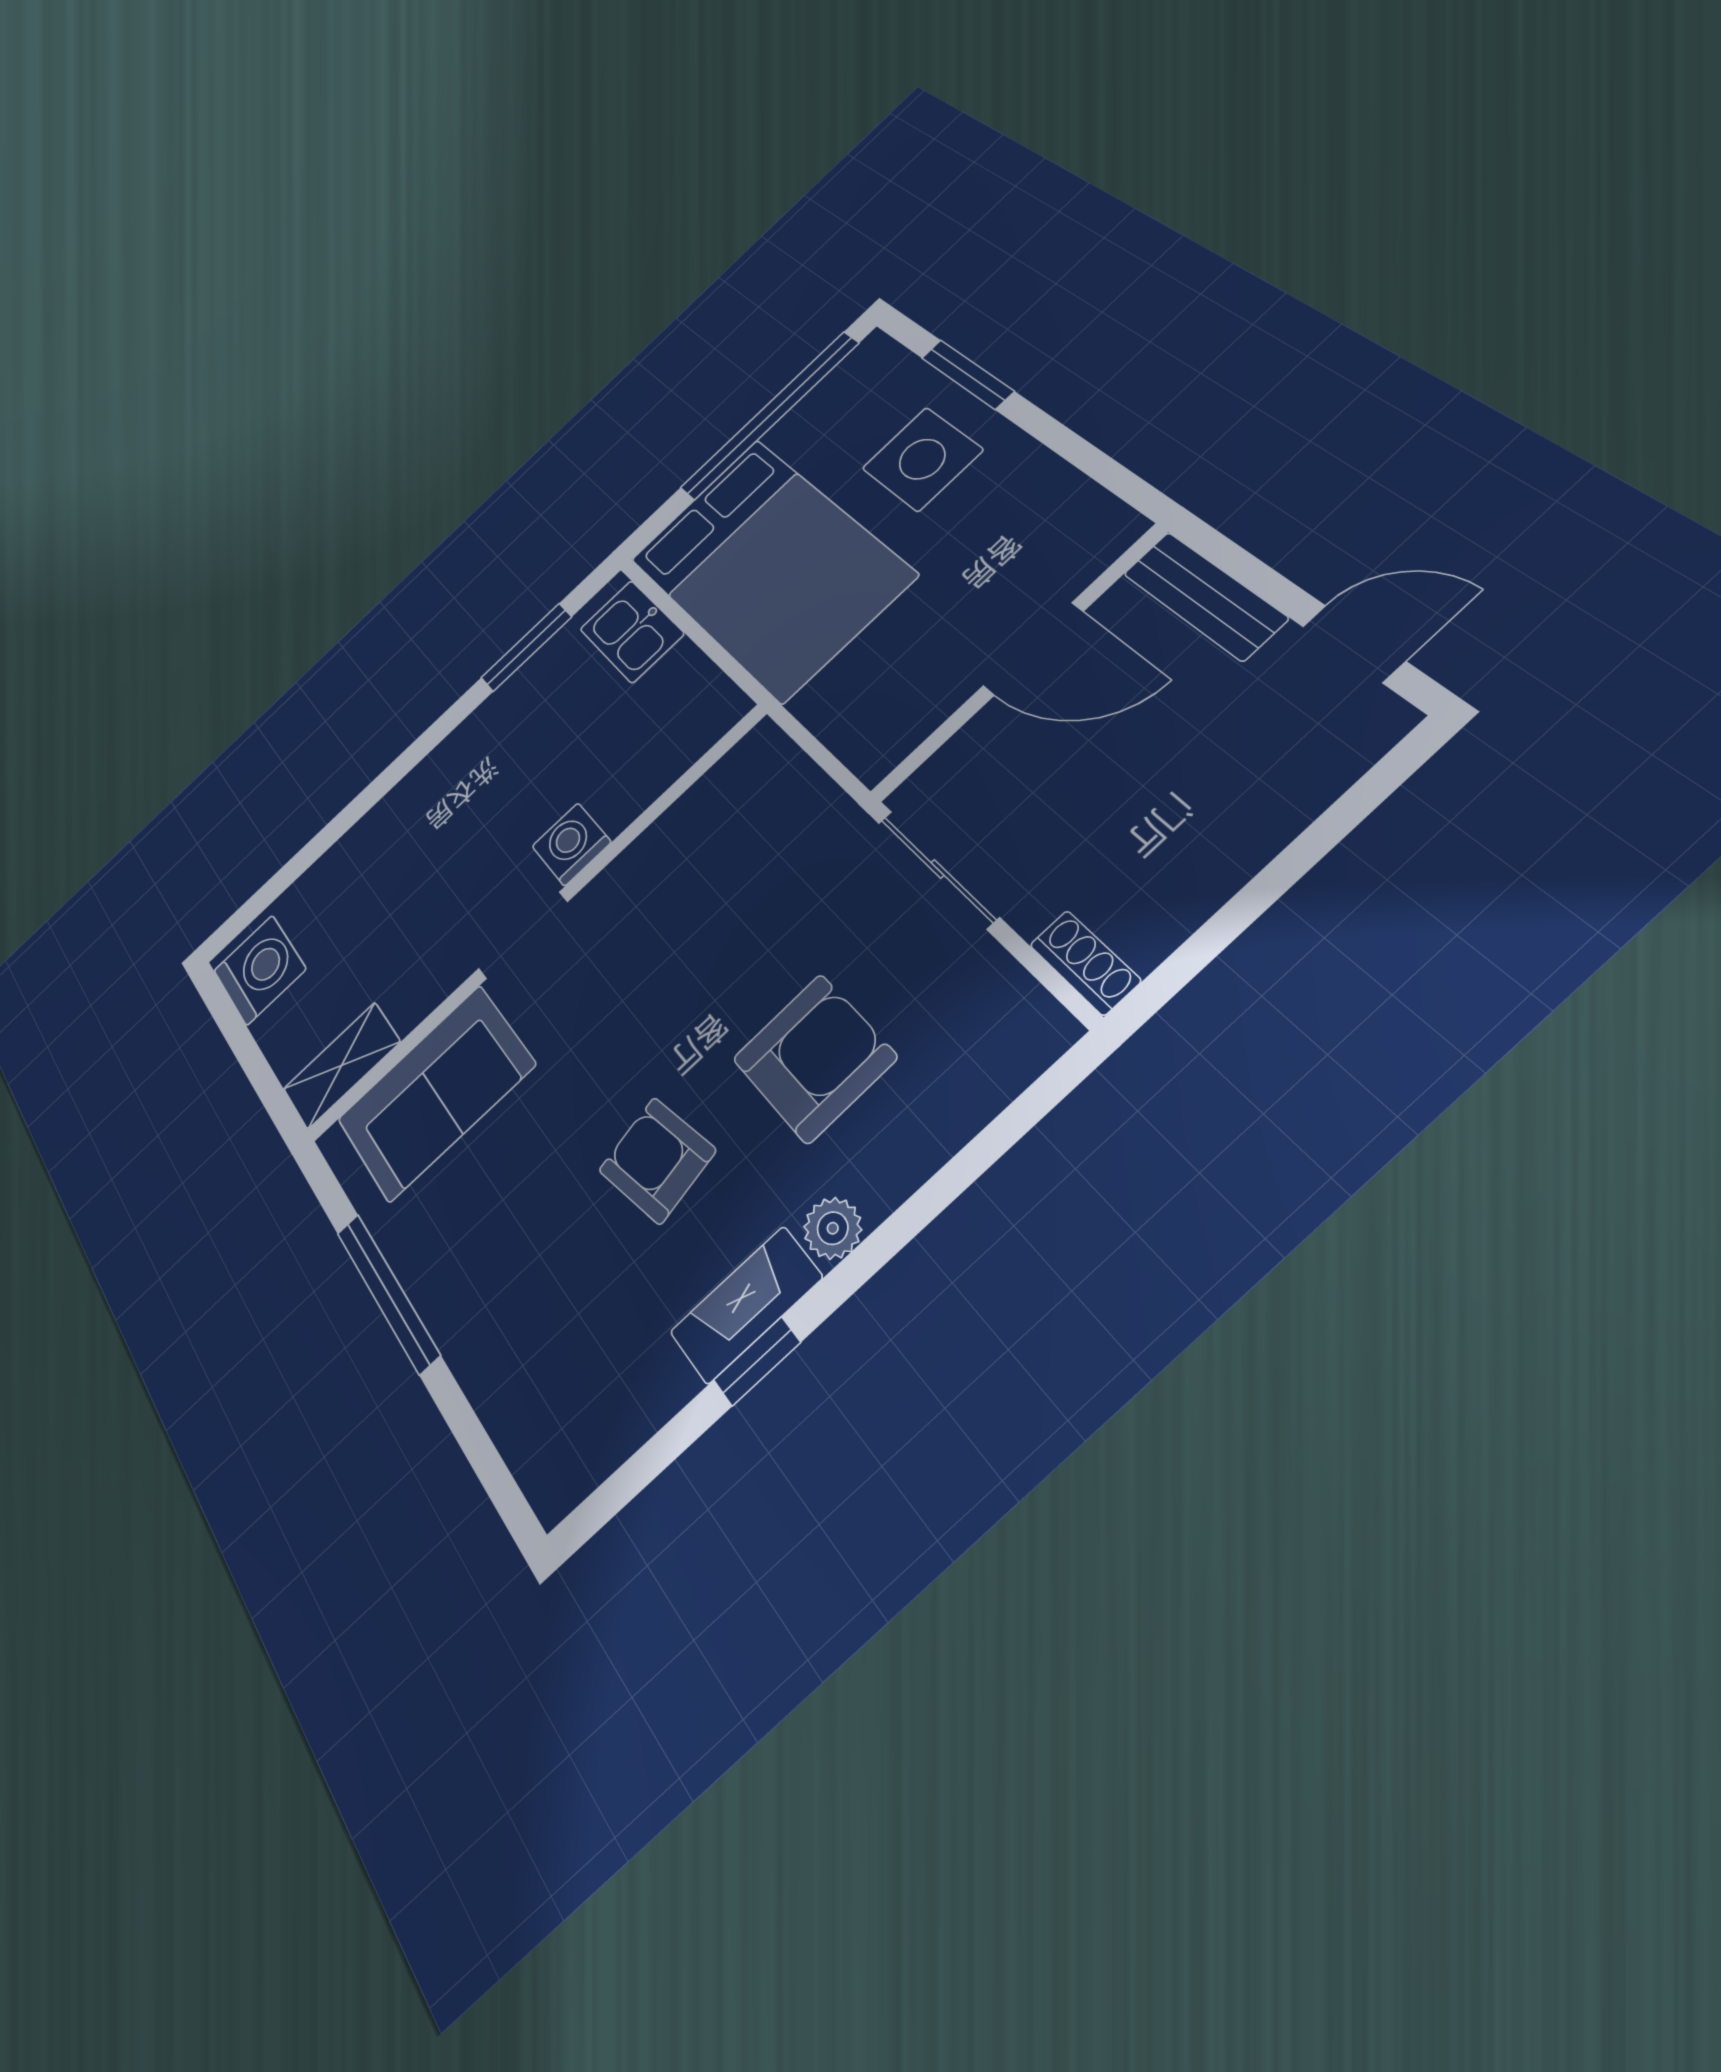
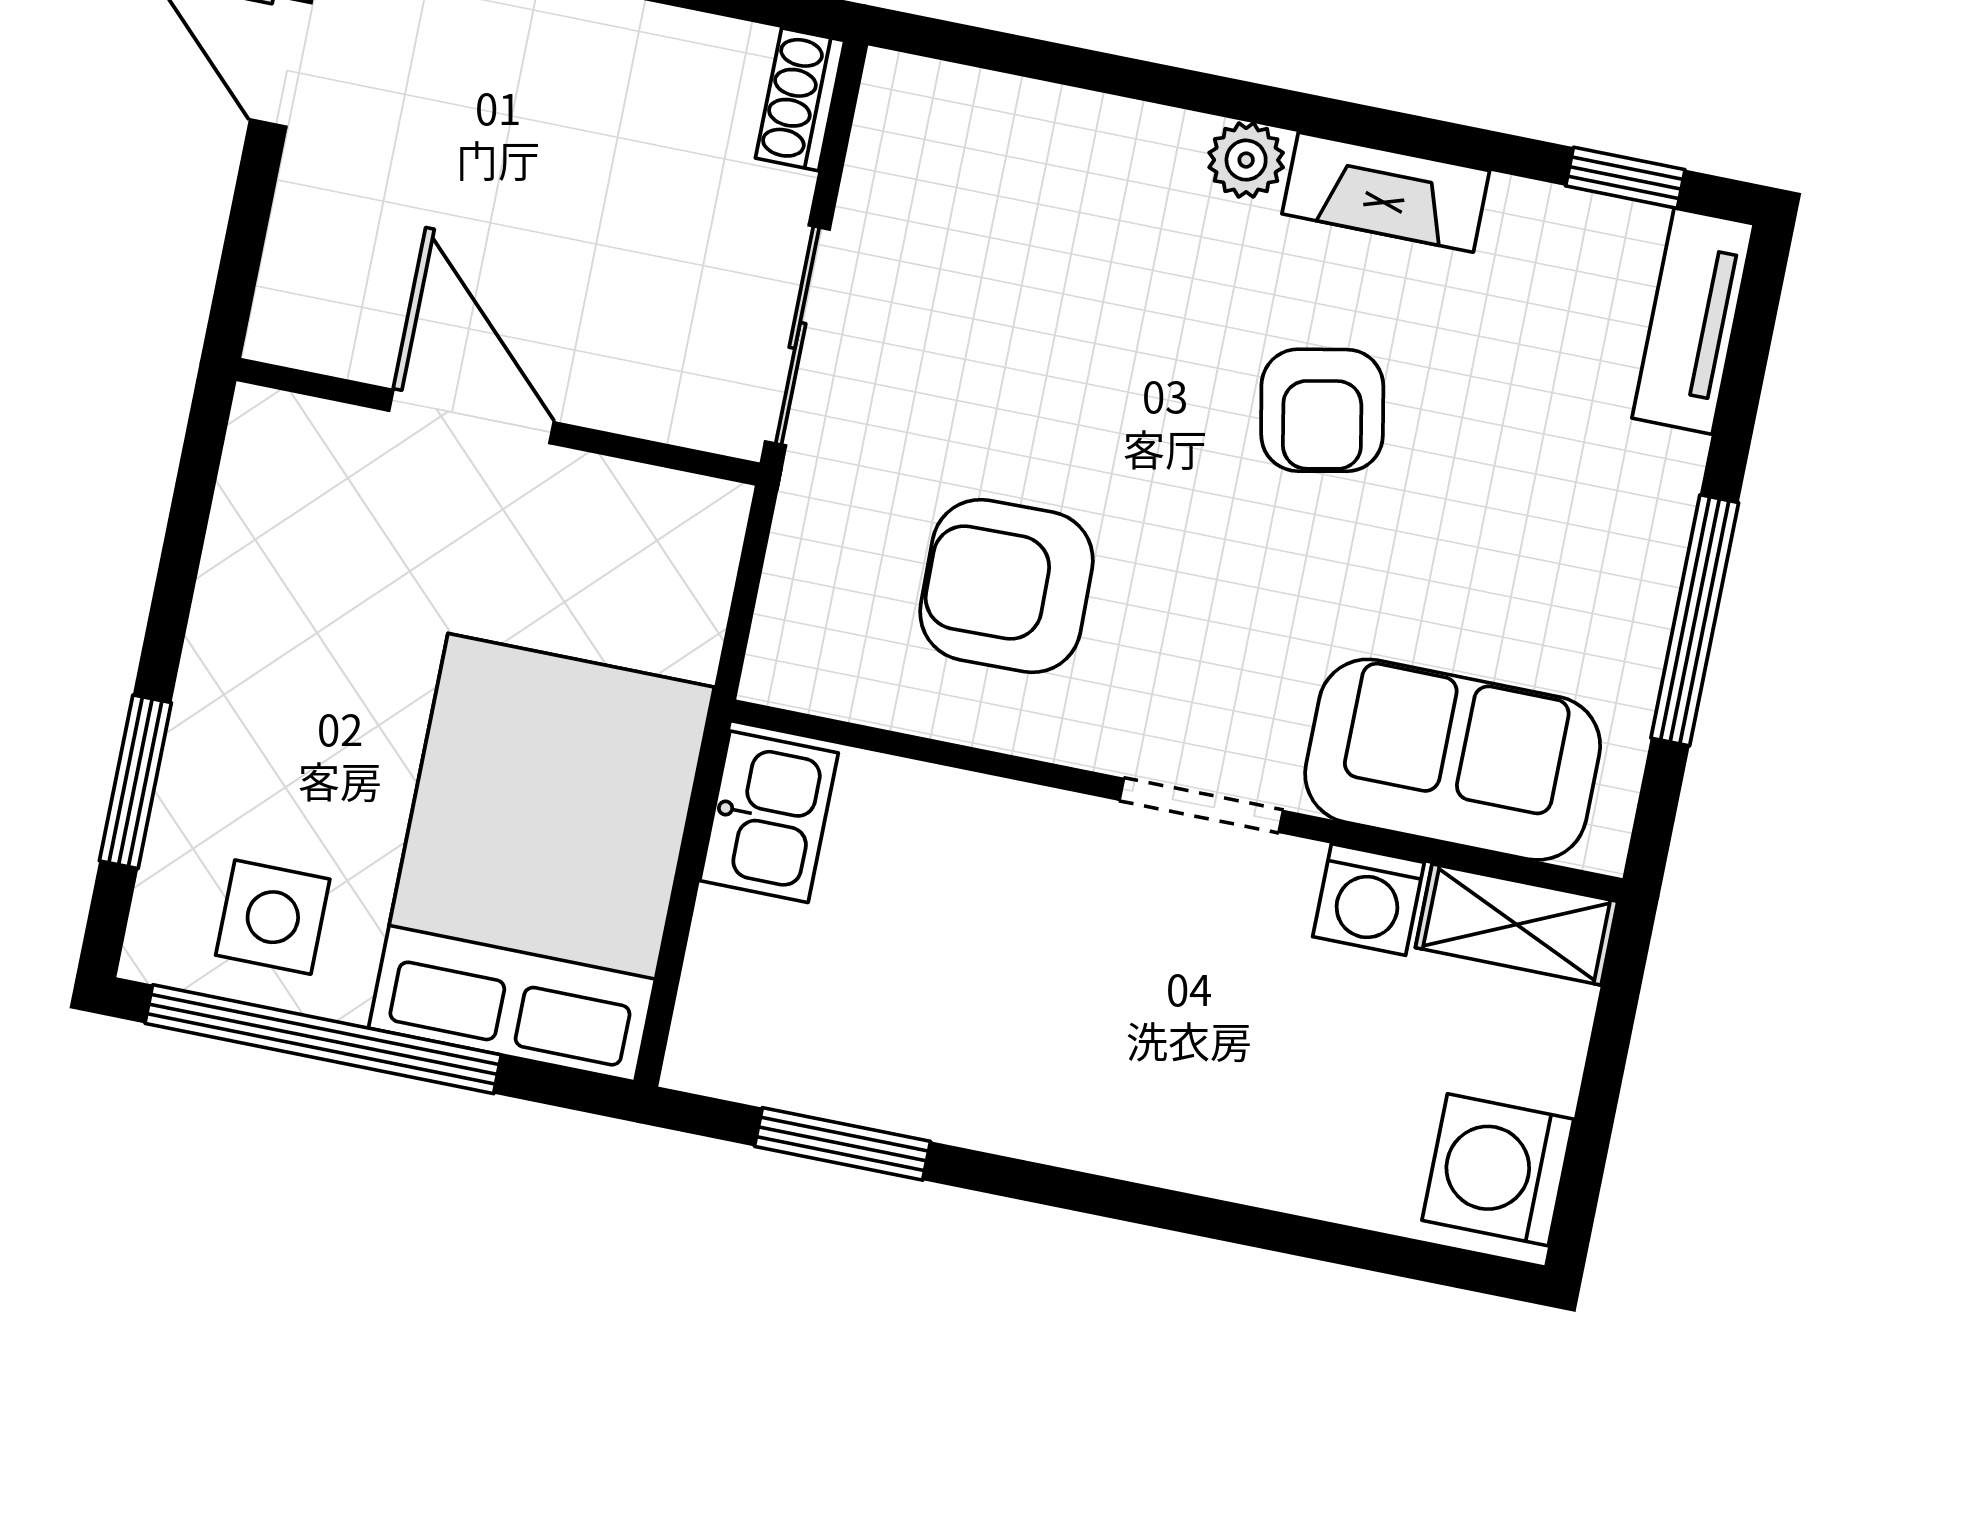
side table: (922, 459) -> (273, 917), moved, width x0.73, depth x0.73
bench: (1204, 596) -> (303, 261), removed
kitchen sink: (632, 631) -> (769, 817), moved
washing machine: (571, 844) -> (1368, 900), moved
armchair: (814, 1058) -> (1007, 586), moved
window: (757, 1361) -> (1625, 178), moved
tv unit: (527, 1440) -> (1693, 321), added

